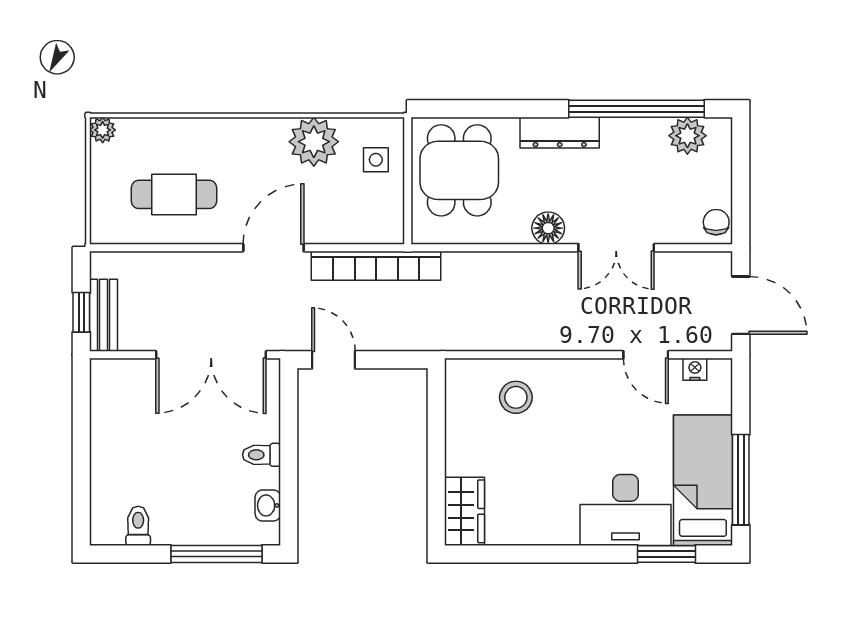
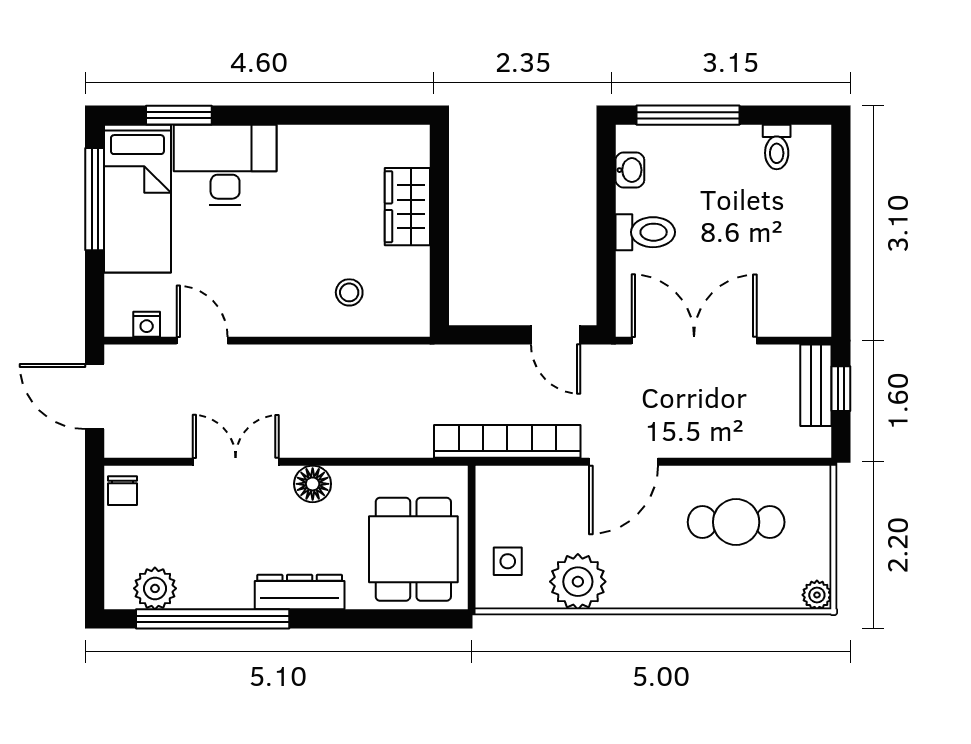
stool: (516, 397) -> (349, 292), width x0.73, depth x0.73
toilet: (262, 455) -> (645, 232), width x1.37, depth x1.39
wardrobe: (464, 511) -> (407, 207), moved

